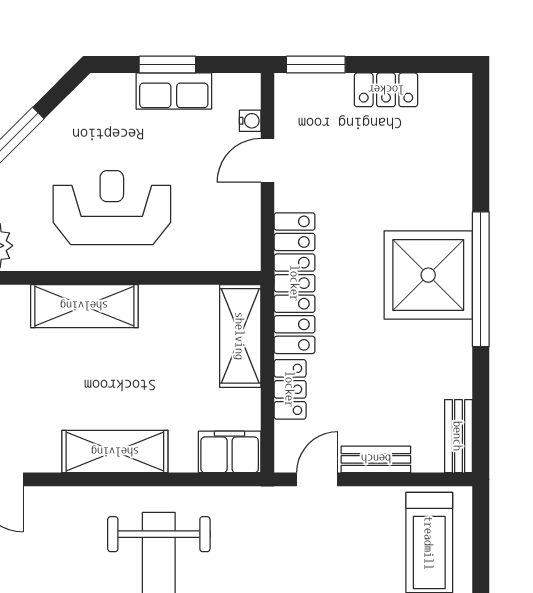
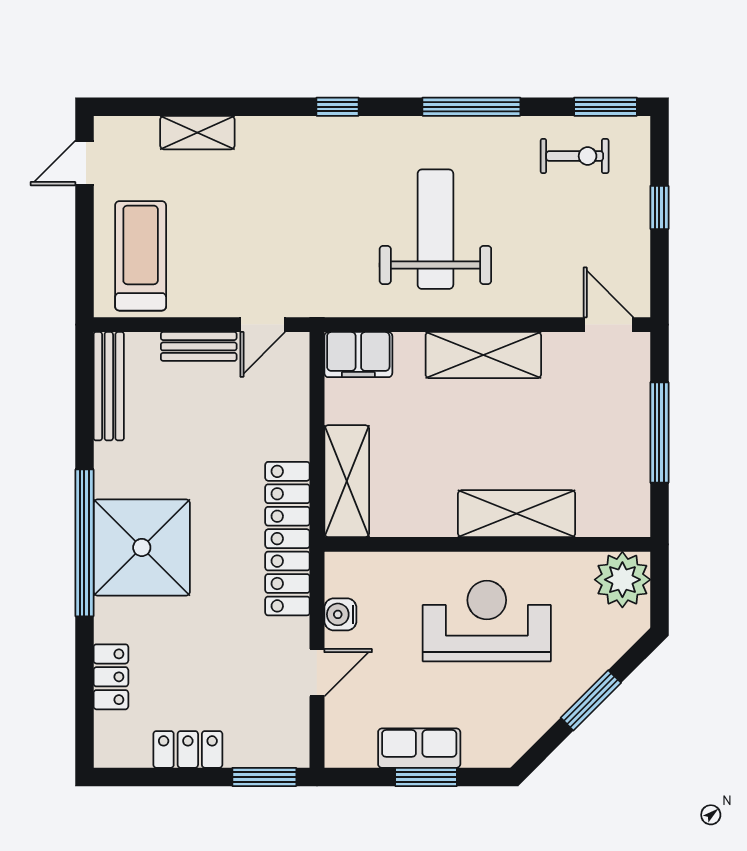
water cooler: (250, 121) -> (340, 614), moved, width x1.38, depth x1.38
reception desk: (112, 208) -> (487, 621), turned 180
locker: (290, 389) -> (111, 677), moved, turned 180
bench: (458, 436) -> (109, 386), width x1.36

